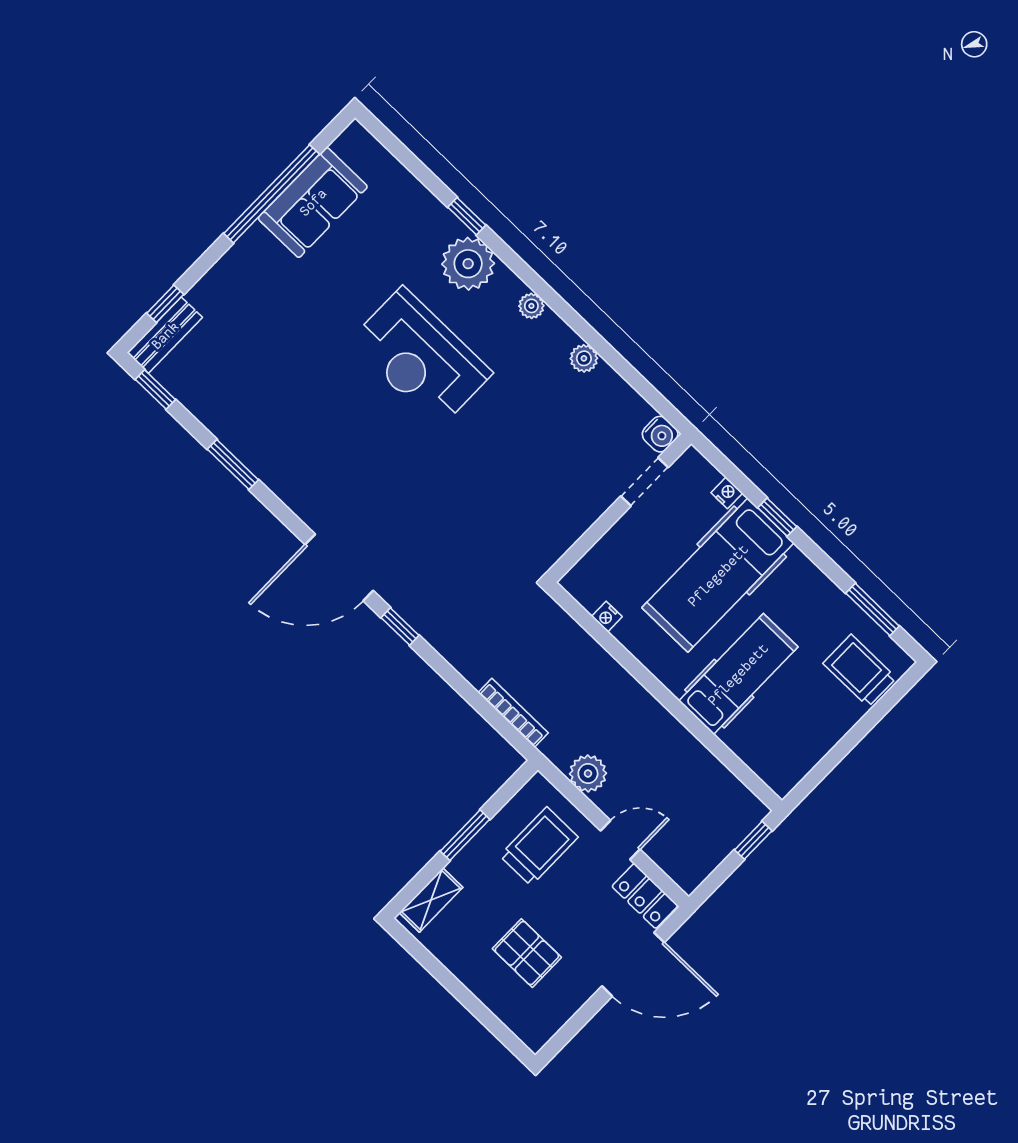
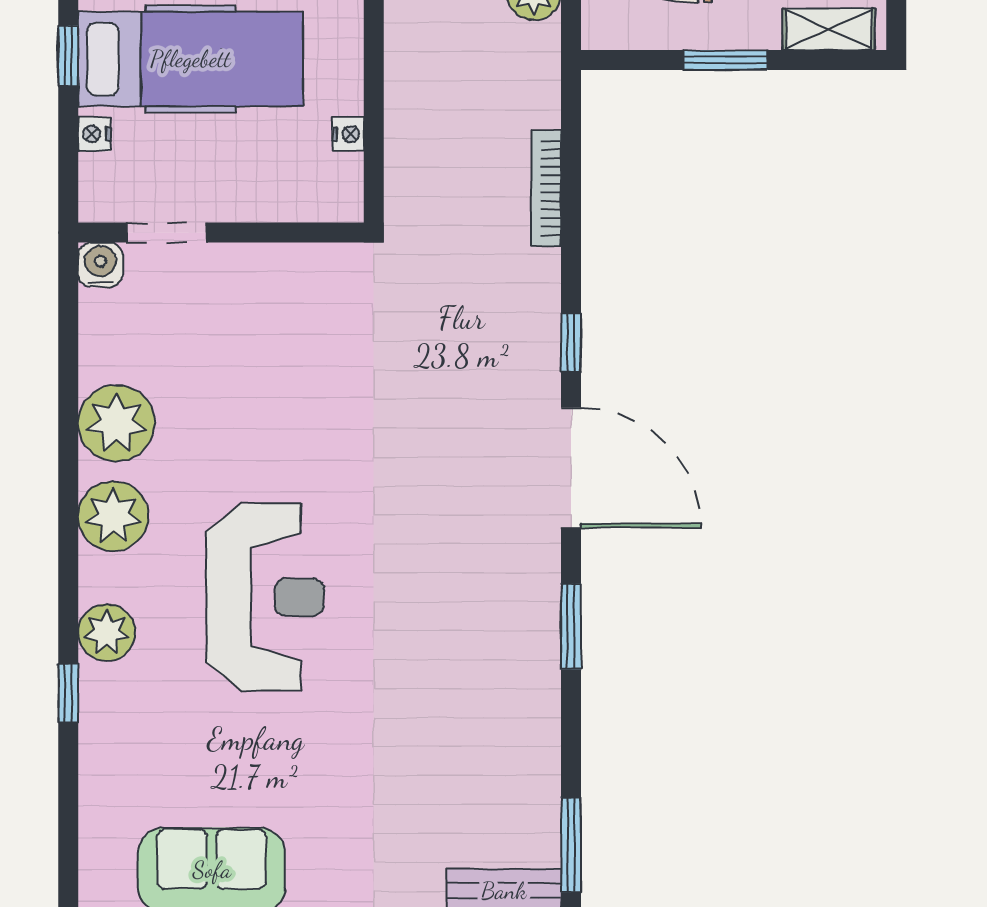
plant: (468, 264) -> (107, 632), width x0.73, depth x0.73
plant: (531, 306) -> (113, 516), width x1.88, depth x1.88
plant: (584, 358) -> (116, 423), width x1.87, depth x1.87
window: (155, 389) -> (571, 845), width x1.50
window: (233, 465) -> (571, 627), moved
bookcase: (513, 713) -> (546, 188), moved

